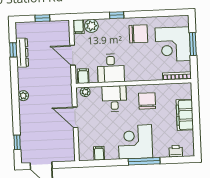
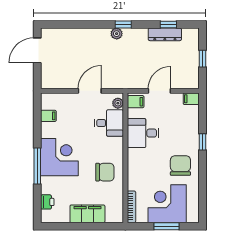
plant: (91, 26) -> (192, 113), removed
chair: (138, 34) -> (180, 166), turned 180
desk: (114, 99) -> (109, 123), moved
window: (17, 142) -> (123, 24), moved

